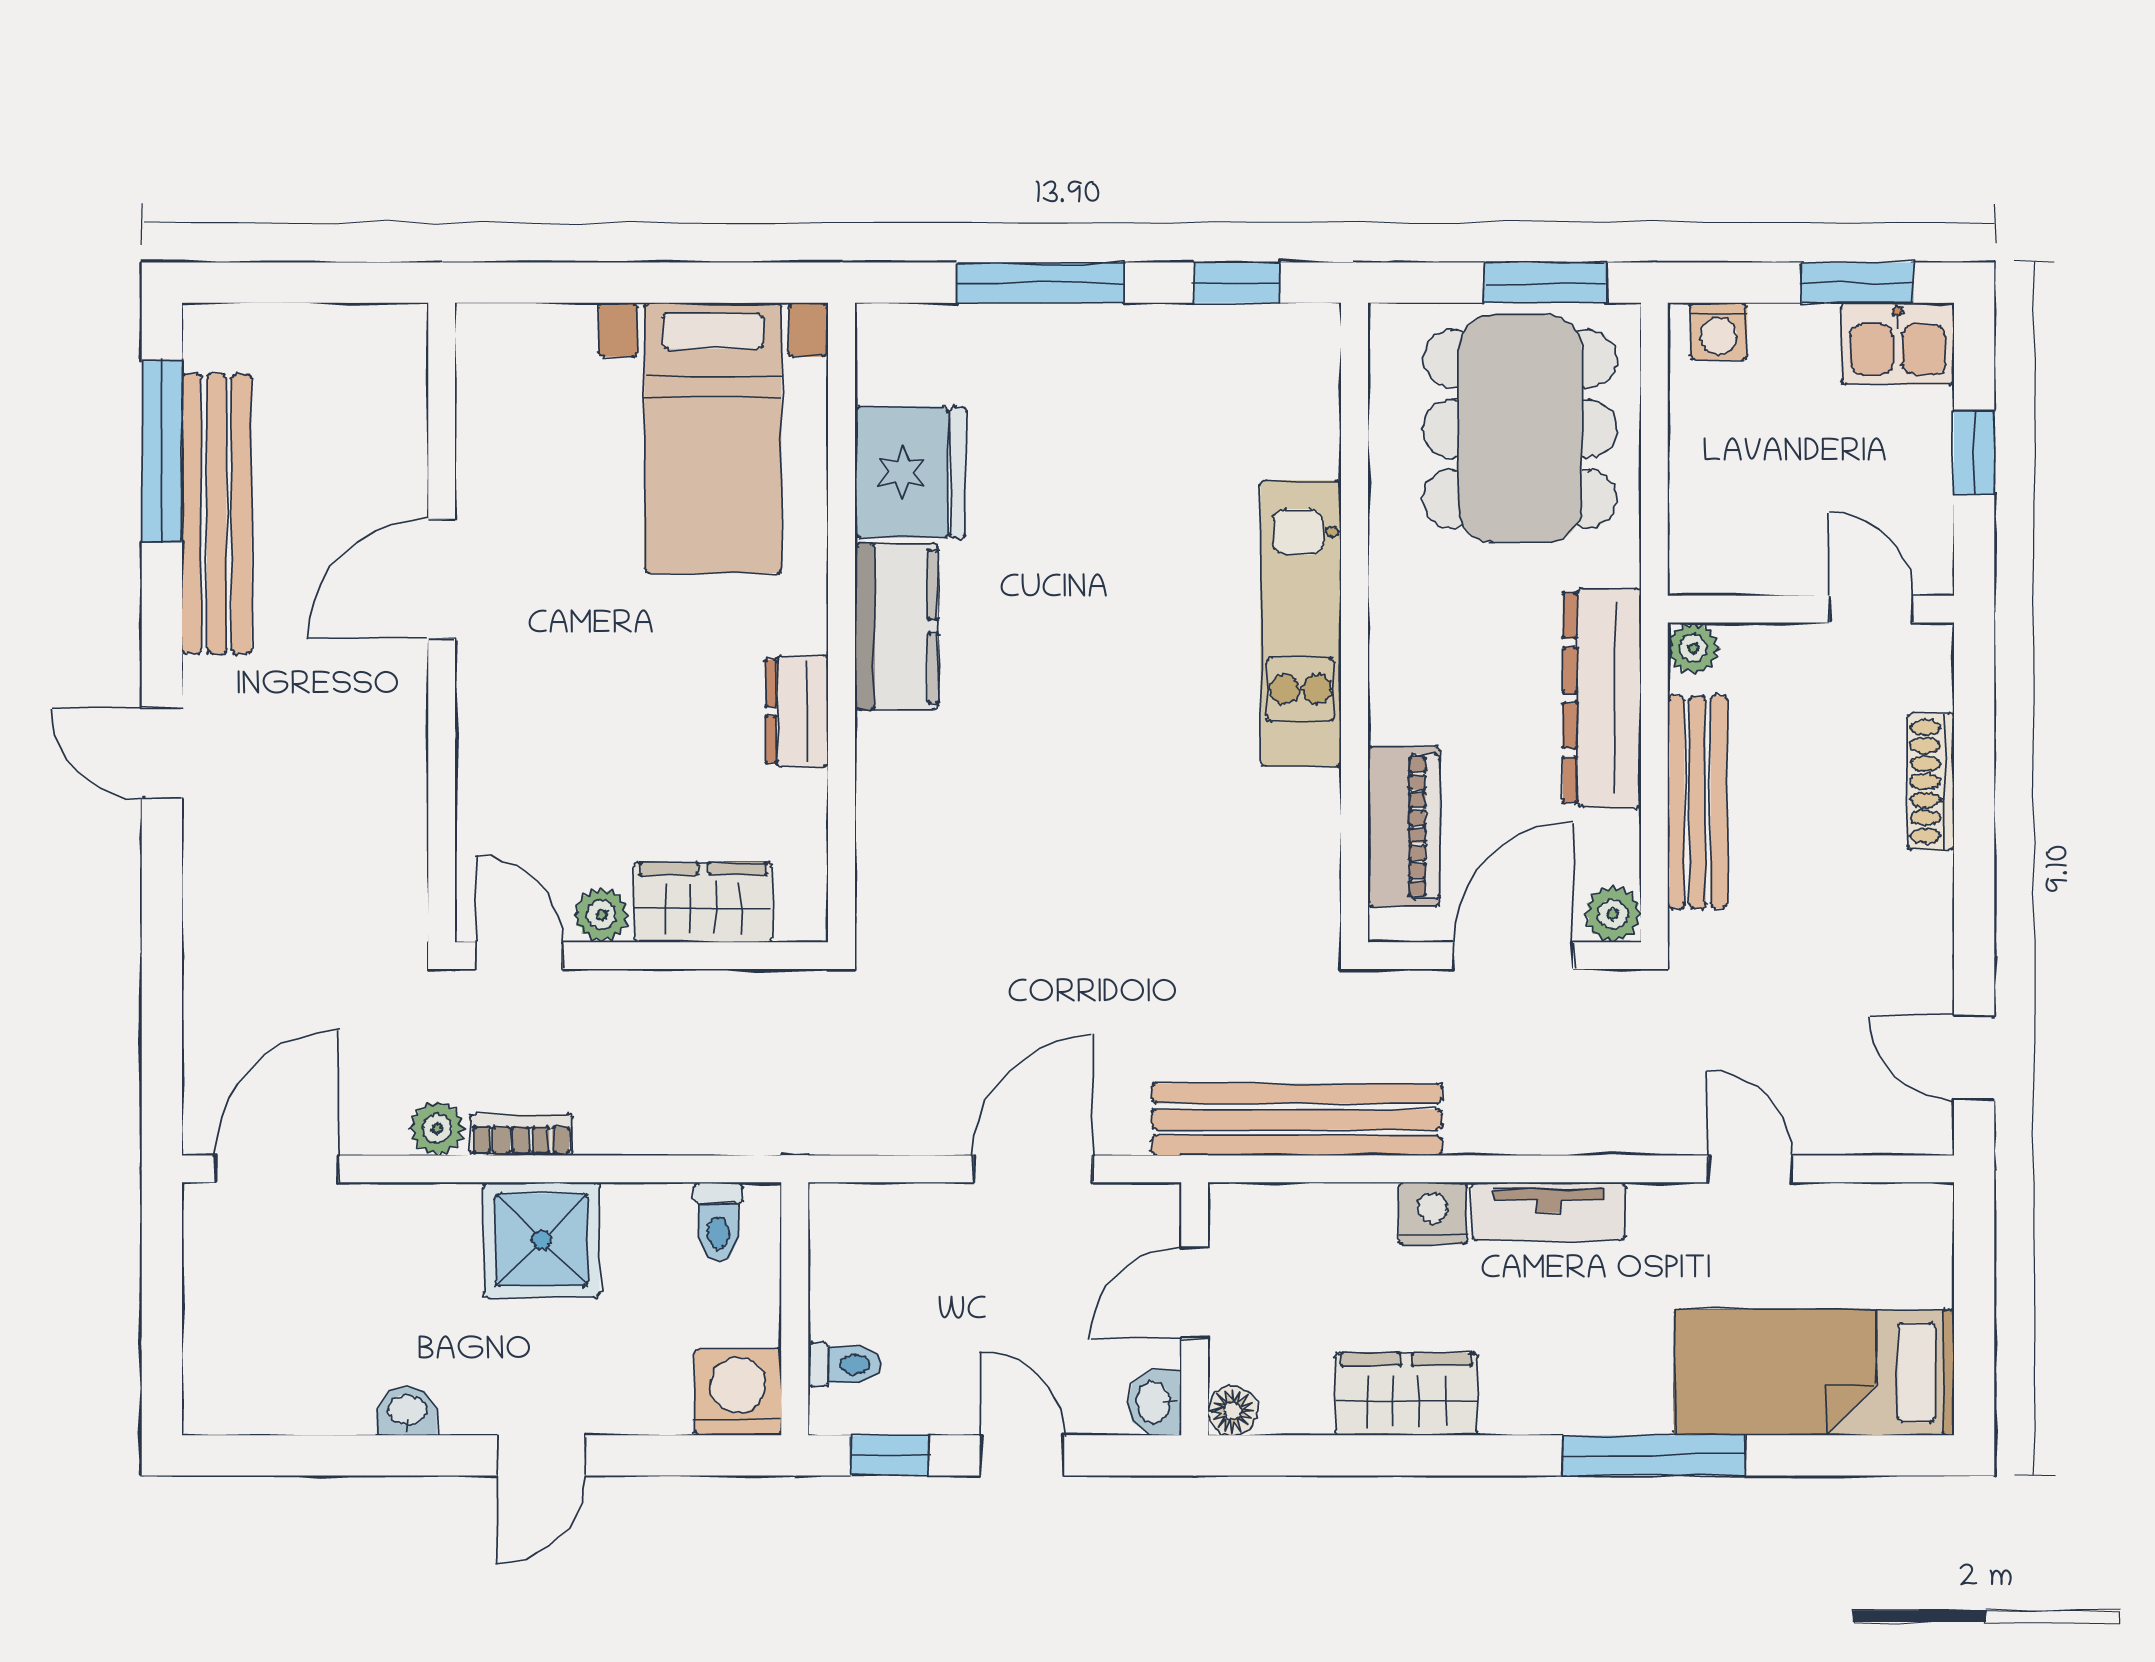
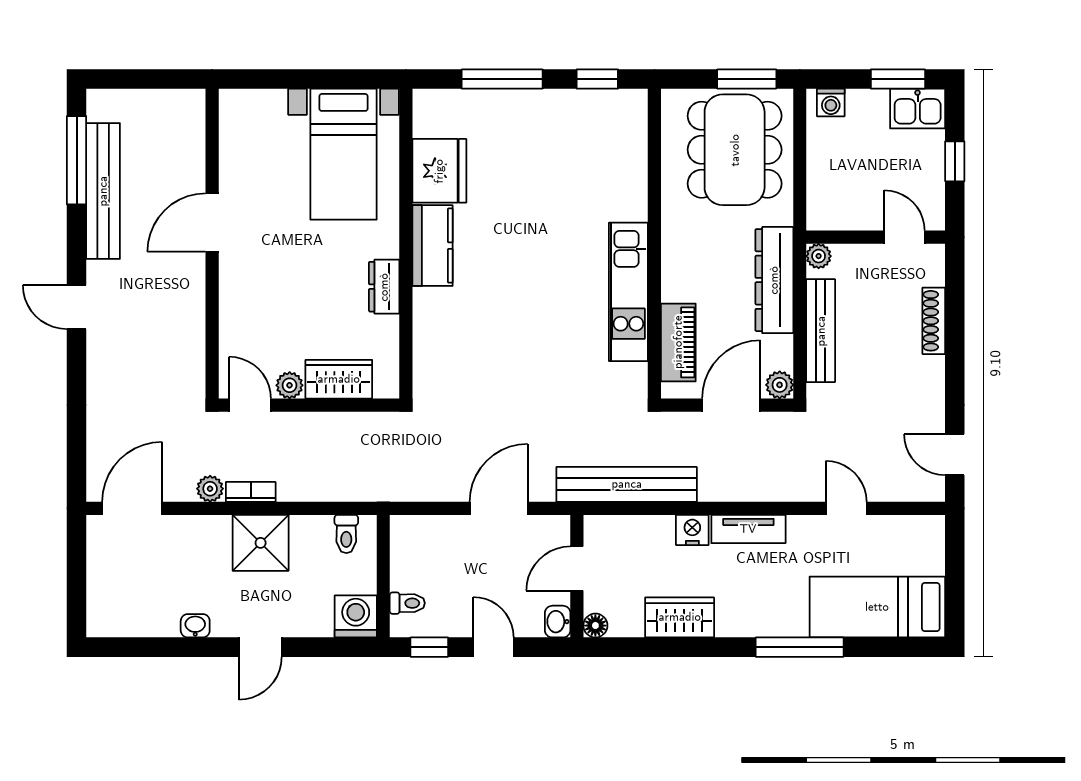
kitchen unit: (1301, 623) -> (628, 292), moved

